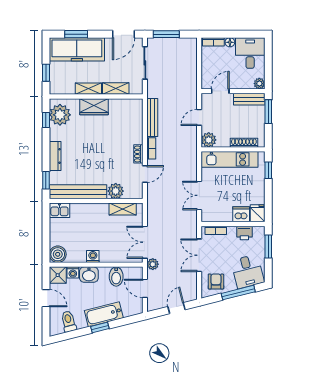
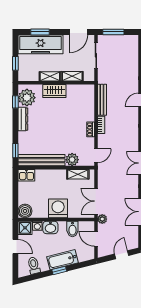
dresser: (55, 156) -> (23, 119), moved
door: (145, 174) -> (96, 156), moved
washing machine: (93, 257) -> (58, 208), width x1.89, depth x1.89

